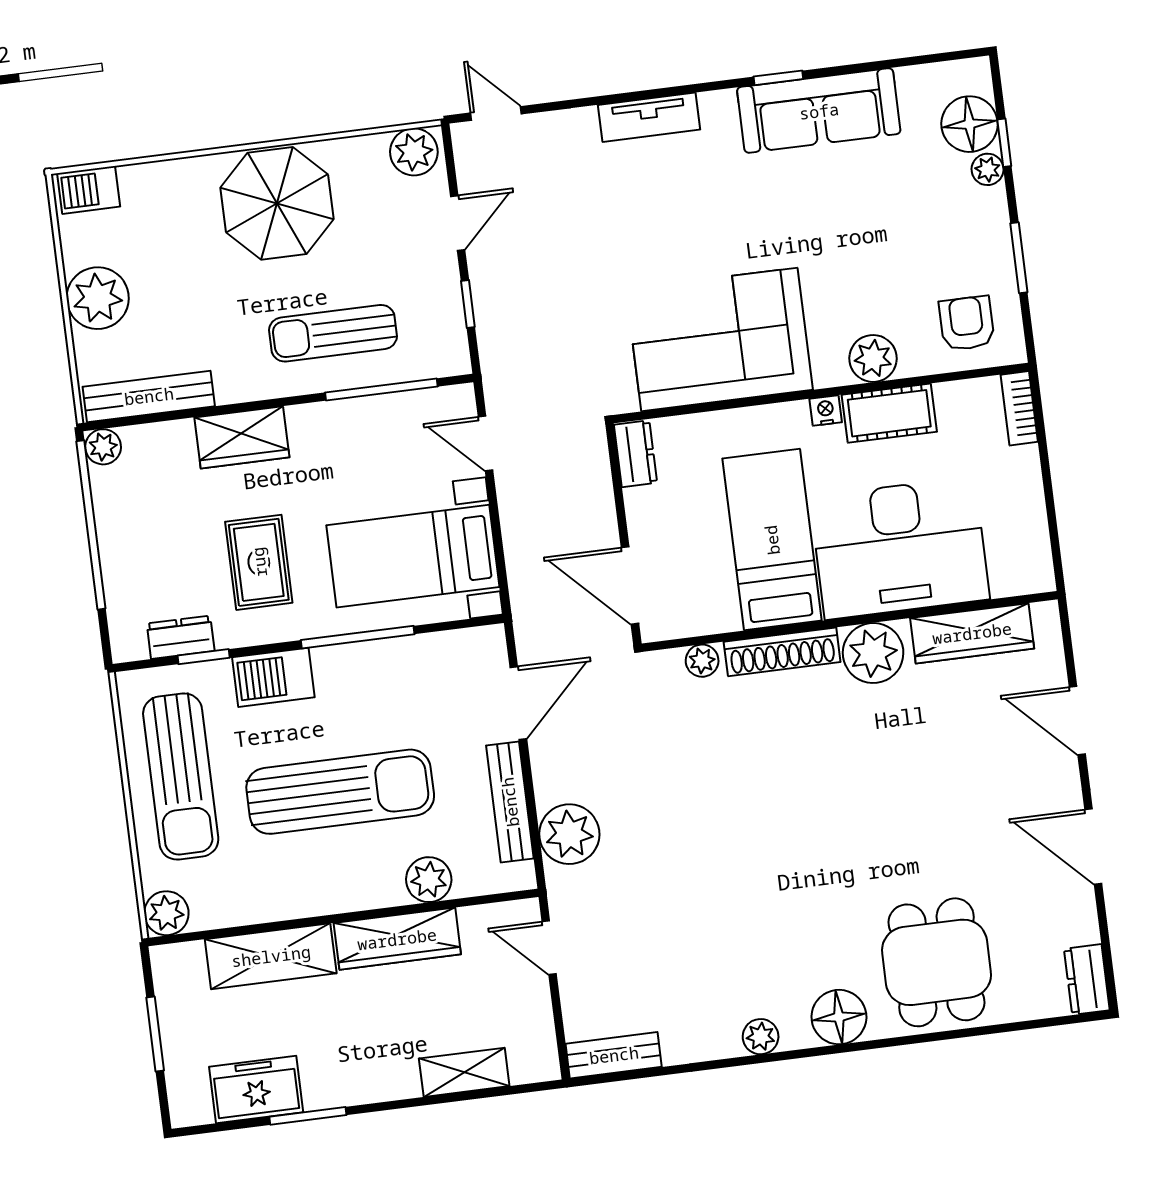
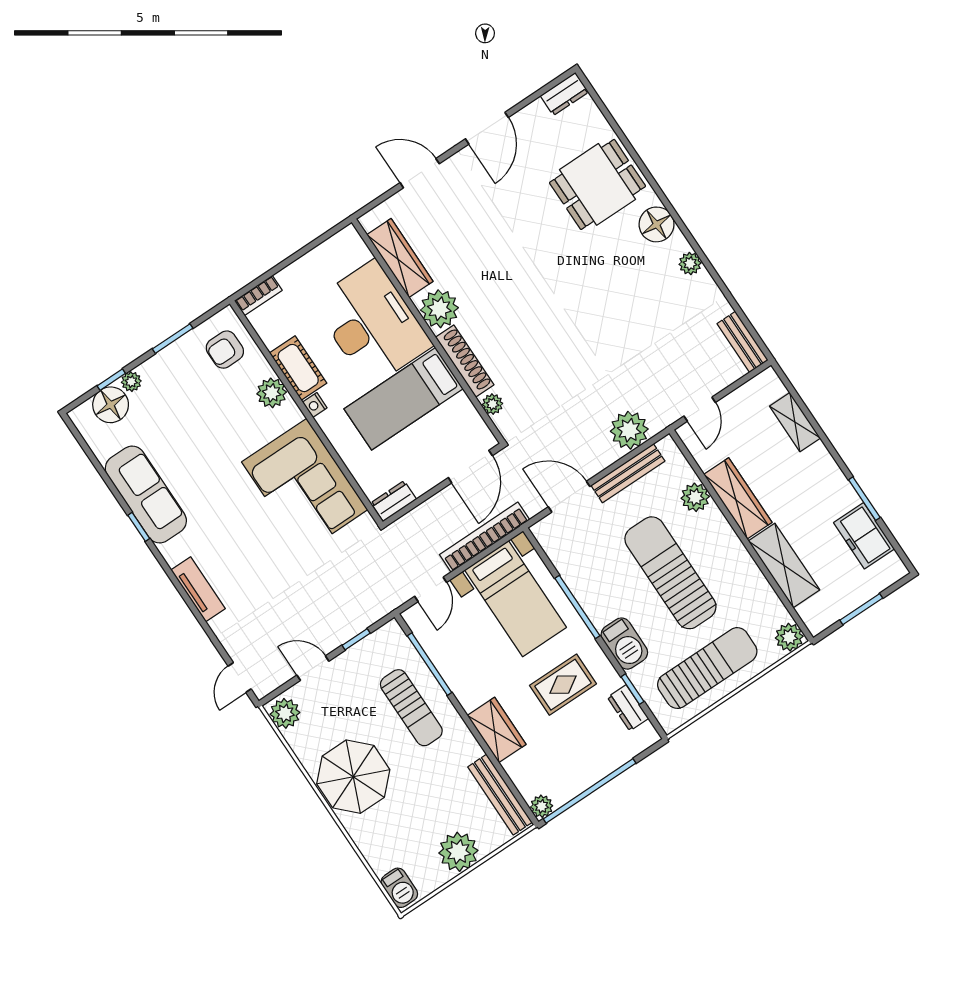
bookcase: (521, 556) -> (485, 537), added
door: (1077, 721) -> (420, 173), swing flipped

